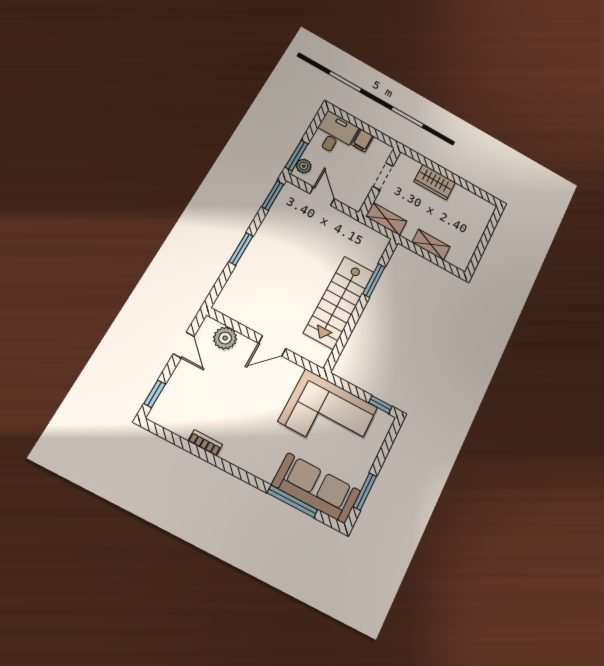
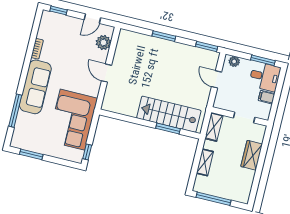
window: (297, 155) -> (263, 60), moved
door: (322, 196) -> (216, 79), swing flipped
window: (481, 248) -> (213, 199), added
stairs: (339, 302) -> (169, 114), moved
sofa: (316, 488) -> (35, 87), moved

